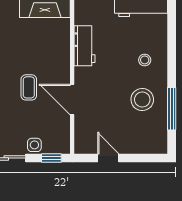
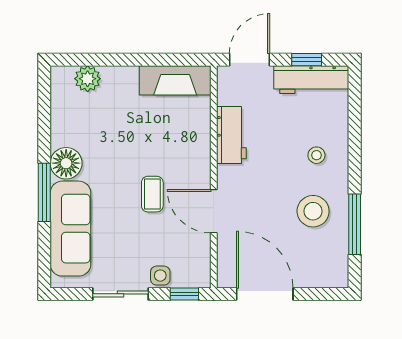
door: (108, 158) -> (265, 294), width x1.88

